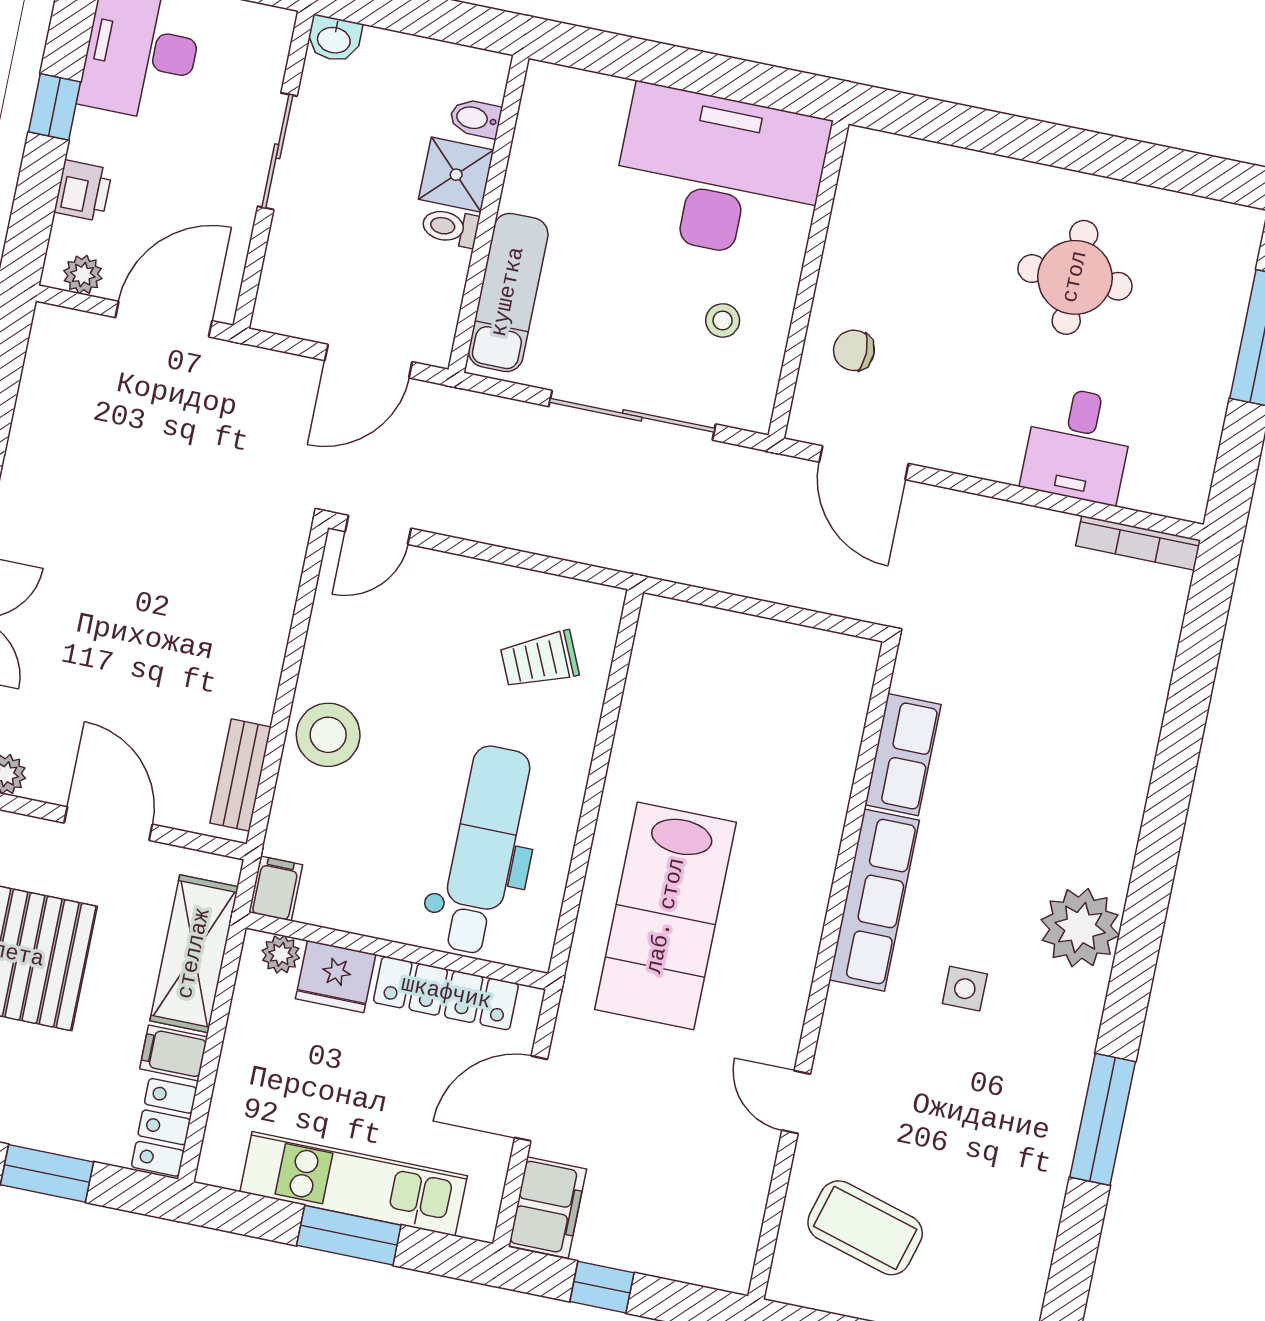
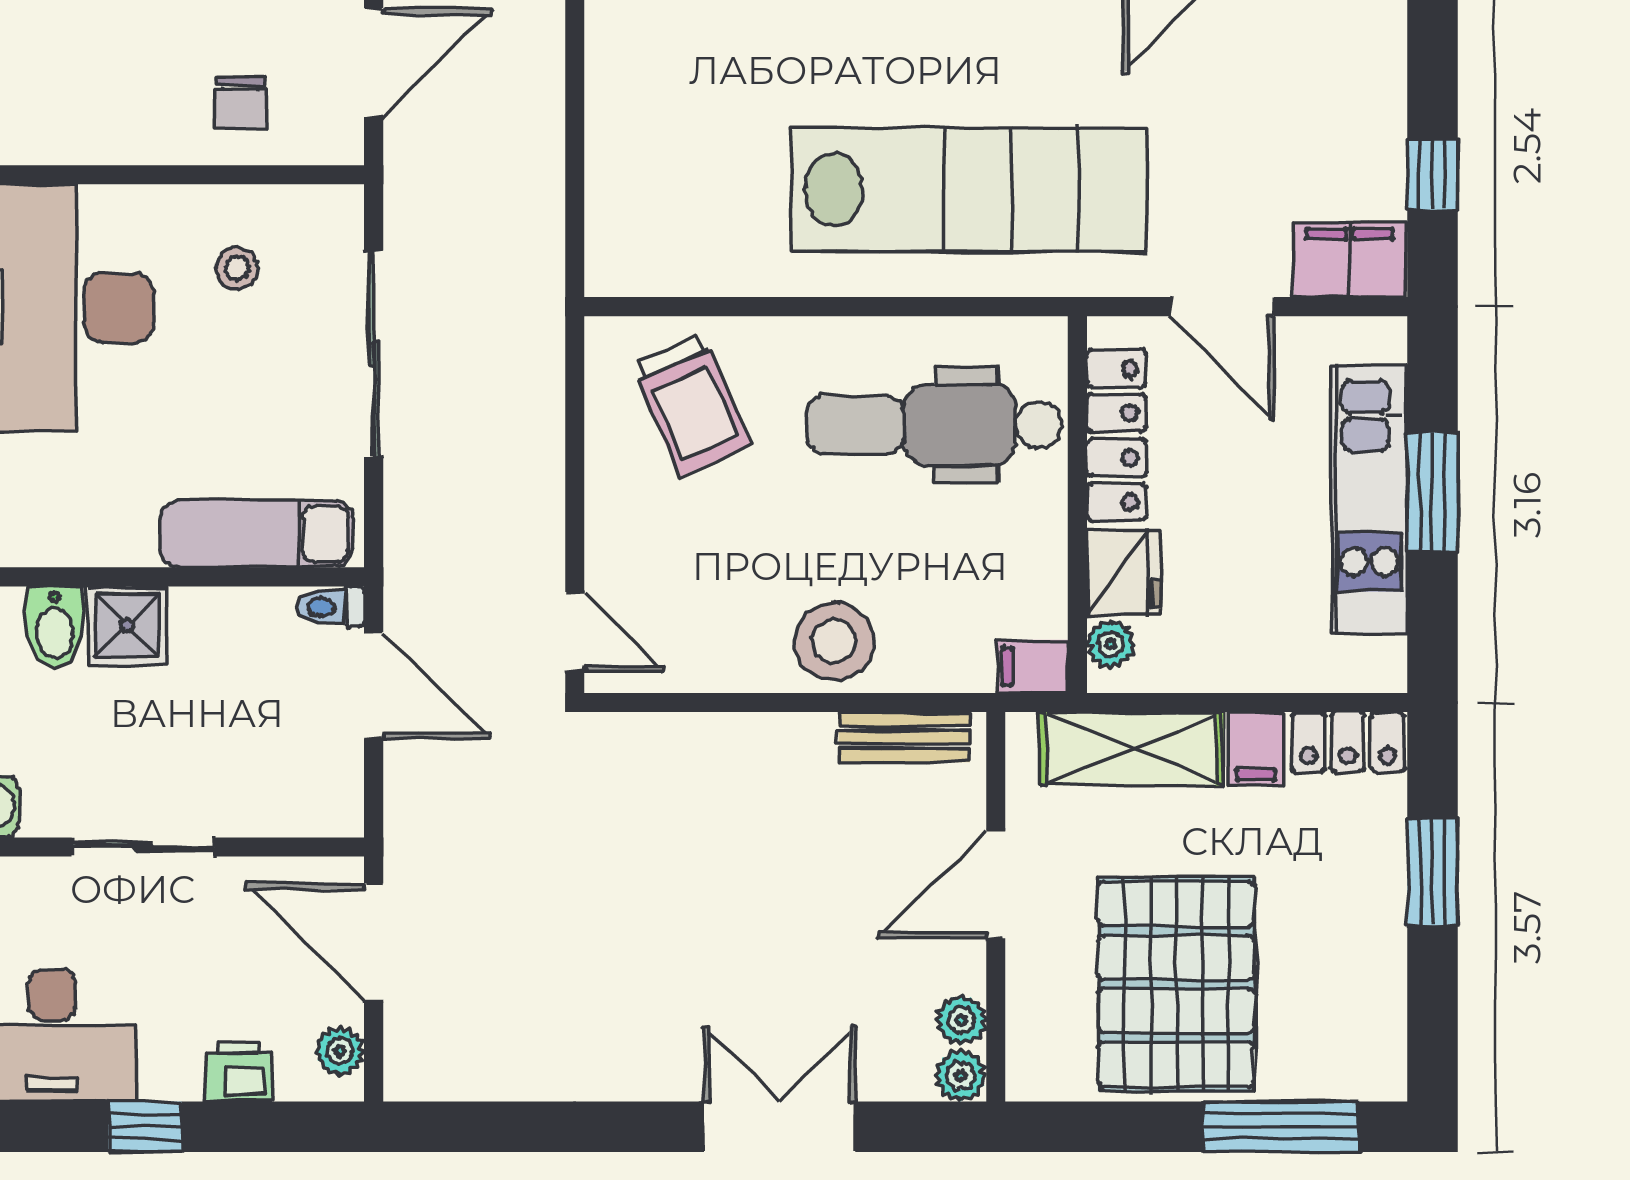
bidet: (475, 118) -> (54, 627), width x1.38, depth x1.36
toilet: (450, 227) -> (331, 607), moved, turned 90
trolley: (540, 660) -> (691, 405), width x1.36, depth x1.39
lab bench: (666, 916) -> (969, 190), width x1.36

